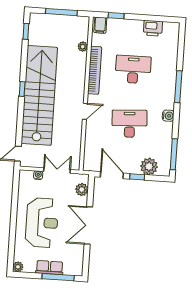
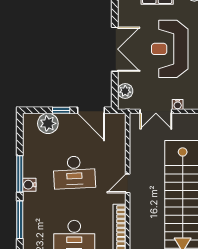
window: (174, 154) -> (20, 174), moved

